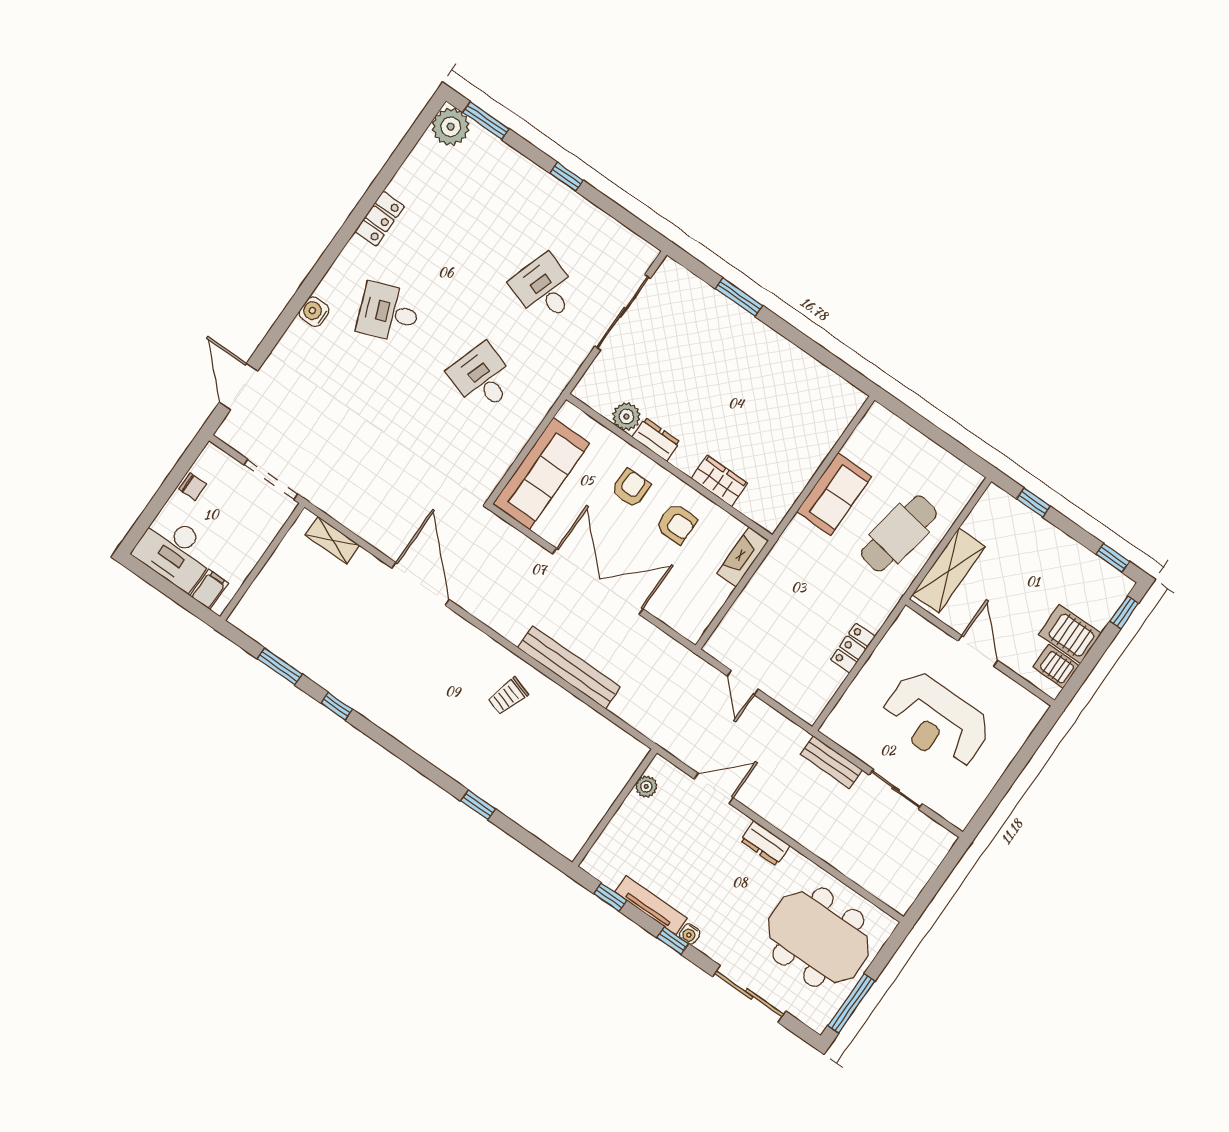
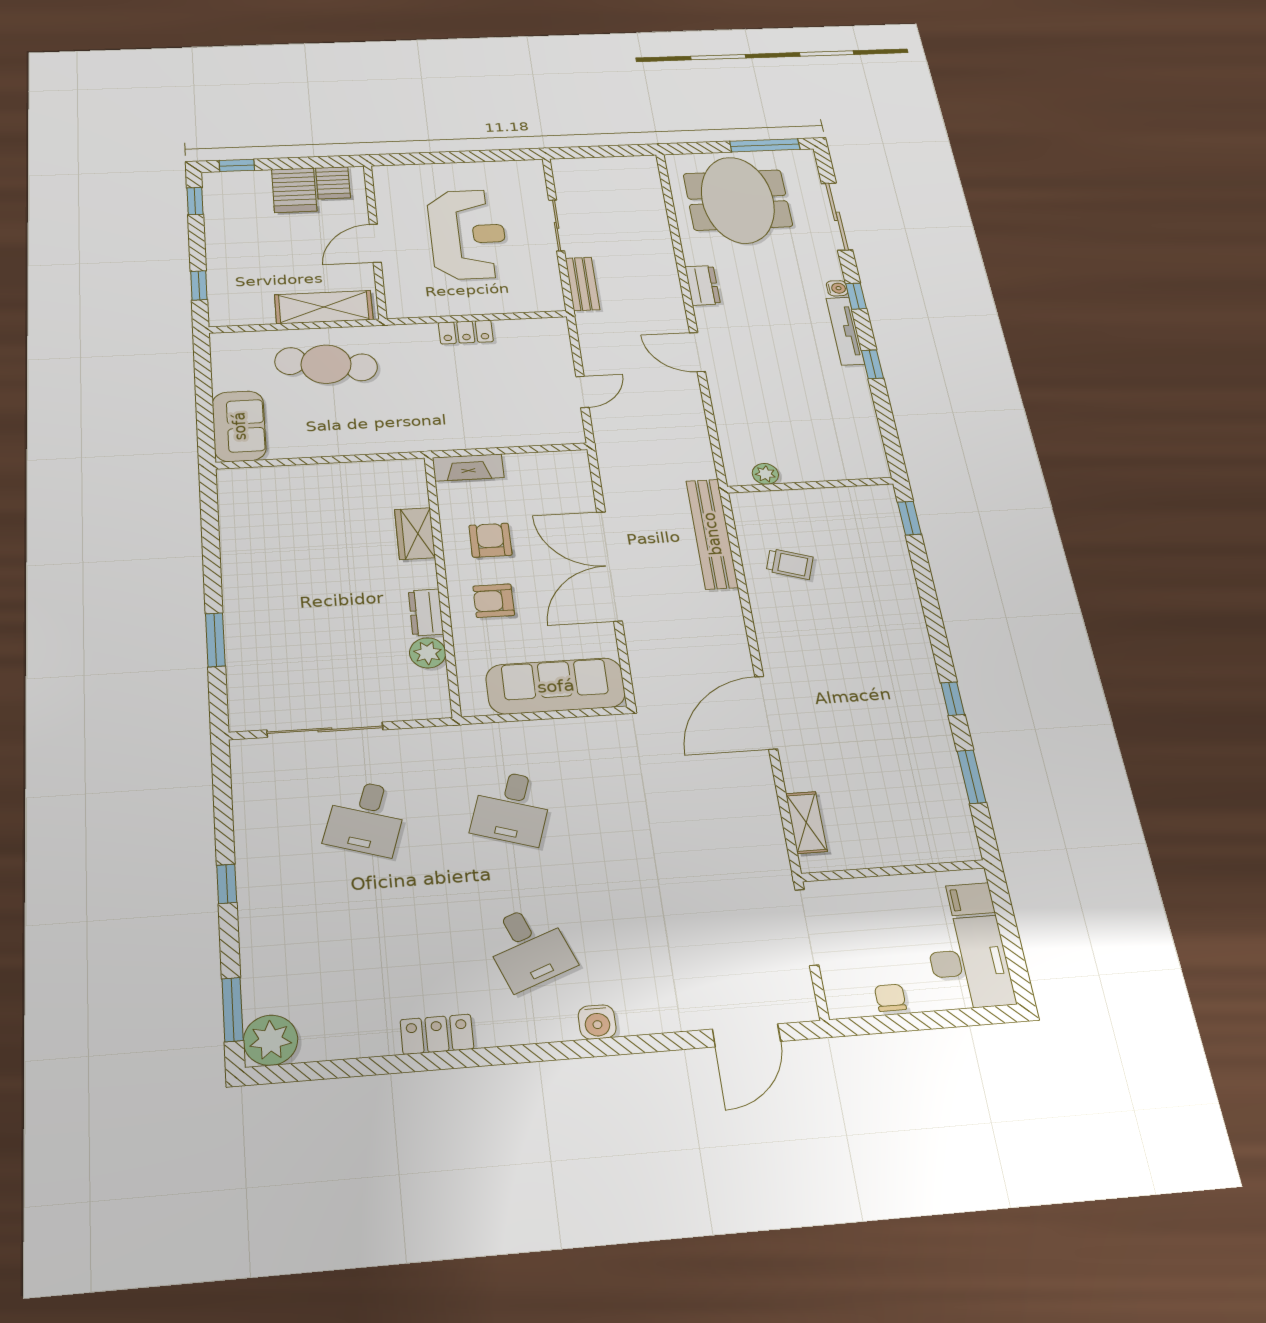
sofa: (834, 494) -> (239, 426), moved, turned 90
plant: (646, 787) -> (765, 474), moved
wall: (615, 808) -> (810, 485), moved

